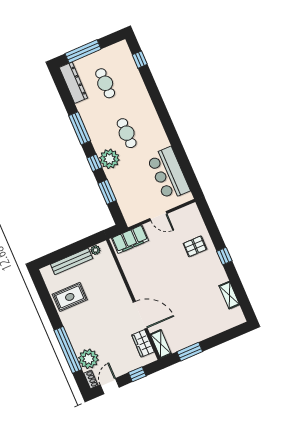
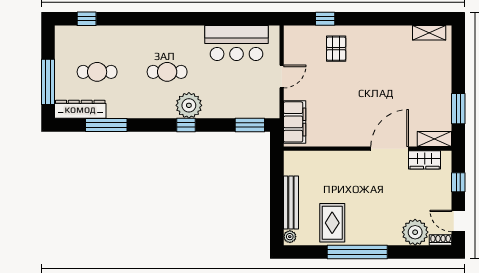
window: (80, 128) -> (106, 125), moved
window: (107, 192) -> (250, 125), moved
plant: (96, 250) -> (290, 237), moved
window: (224, 256) -> (325, 19), moved
shelving: (229, 295) -> (429, 33), moved
window: (68, 350) -> (357, 252), moved

